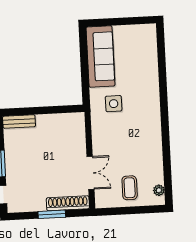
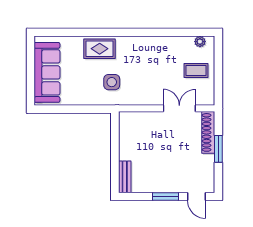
sofa: (100, 57) -> (47, 72), moved, turned 90
rug: (146, 90) -> (100, 49), added

